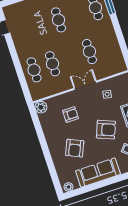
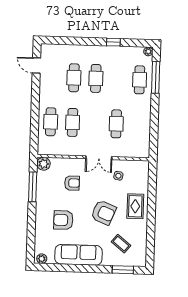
cafe table: (40, 26) -> (74, 78), added
double door: (85, 85) -> (99, 158), swing flipped
window: (39, 130) -> (33, 187), added
armchair: (75, 148) -> (63, 220), turned 66

